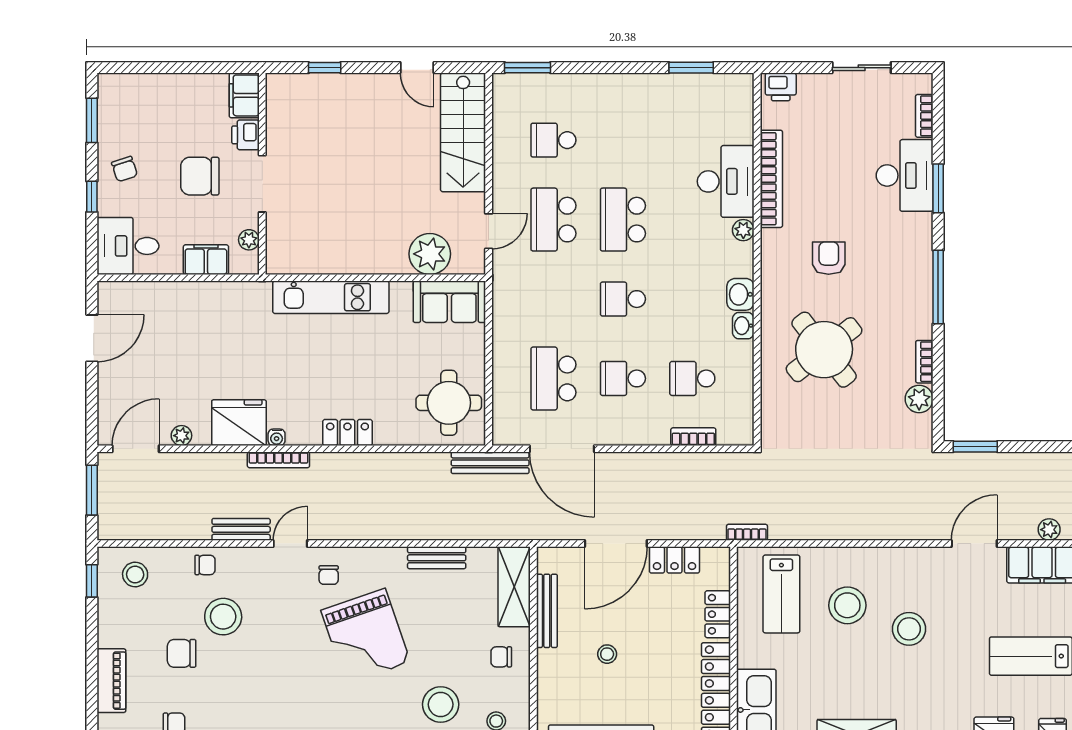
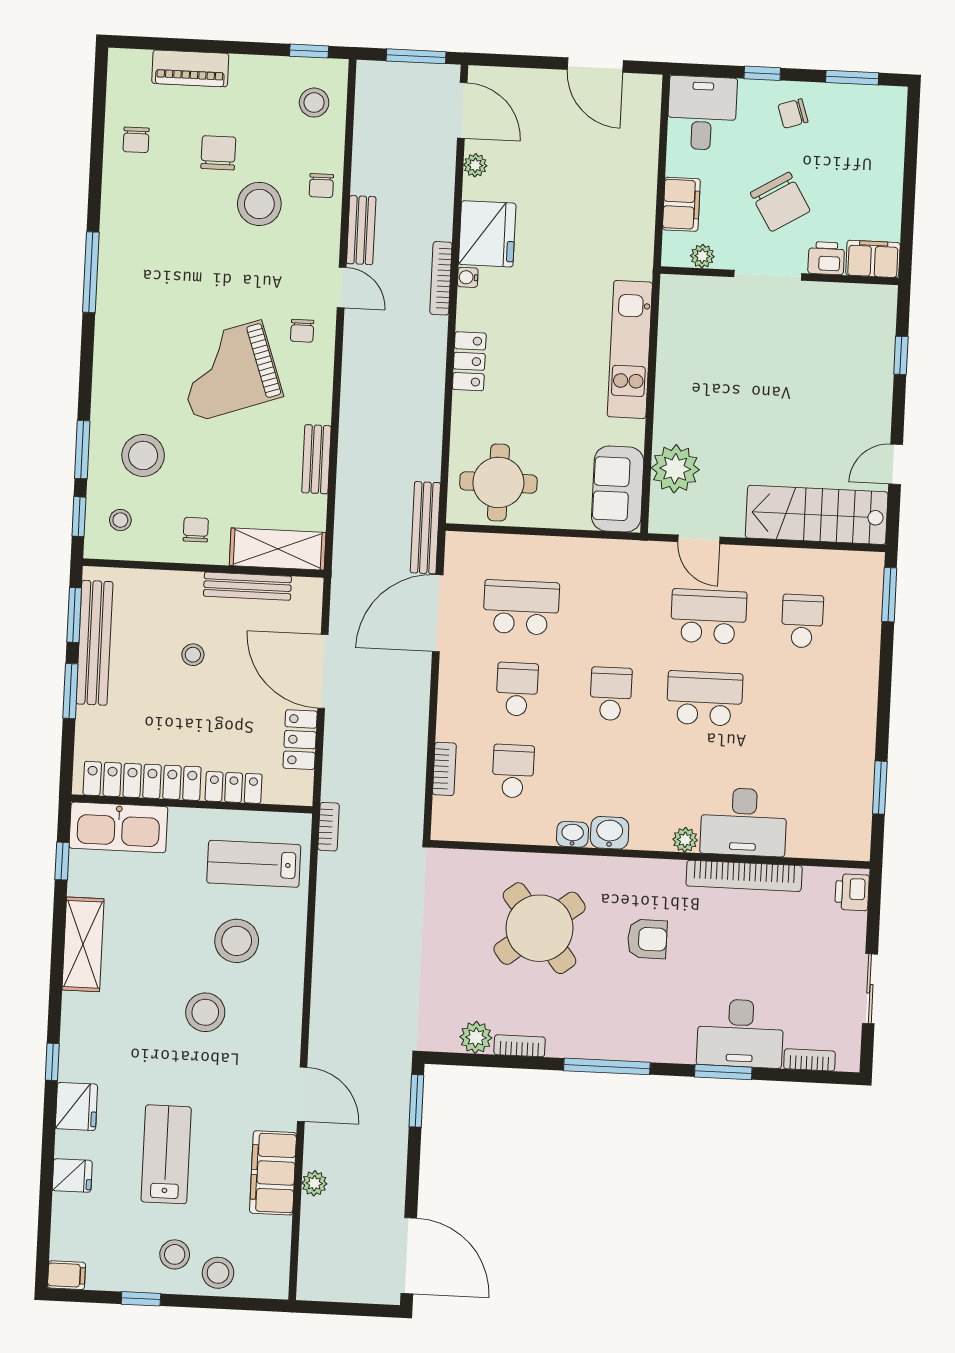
chair: (200, 176) -> (780, 202), turned 149
chair: (329, 575) -> (302, 331), turned -90

